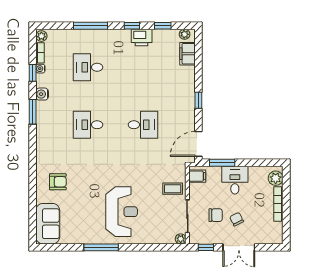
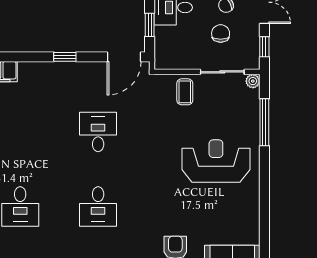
door: (198, 144) -> (124, 57), hinge flipped
window: (222, 163) -> (150, 25), width x0.67
filing cabinet: (197, 176) -> (168, 58), removed
window: (101, 247) -> (264, 122), moved

